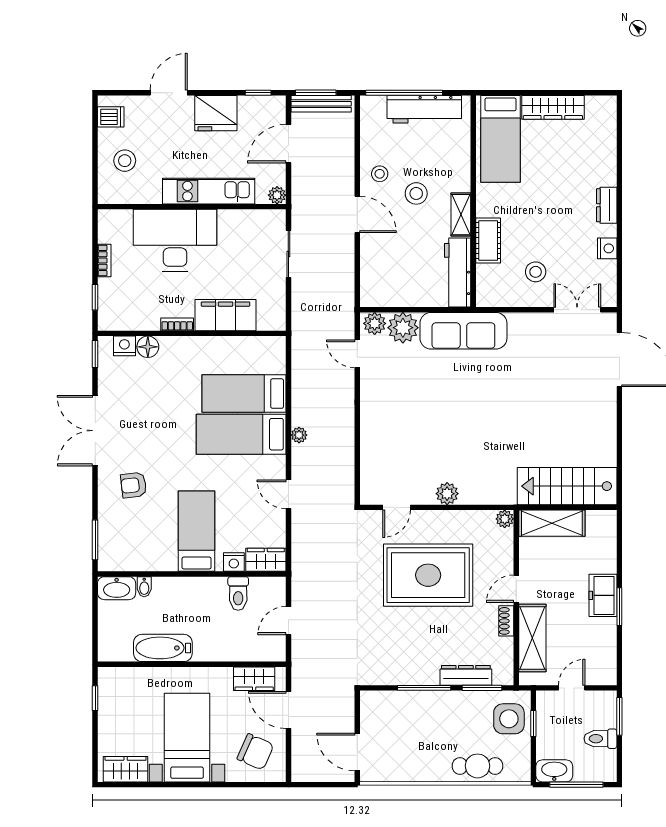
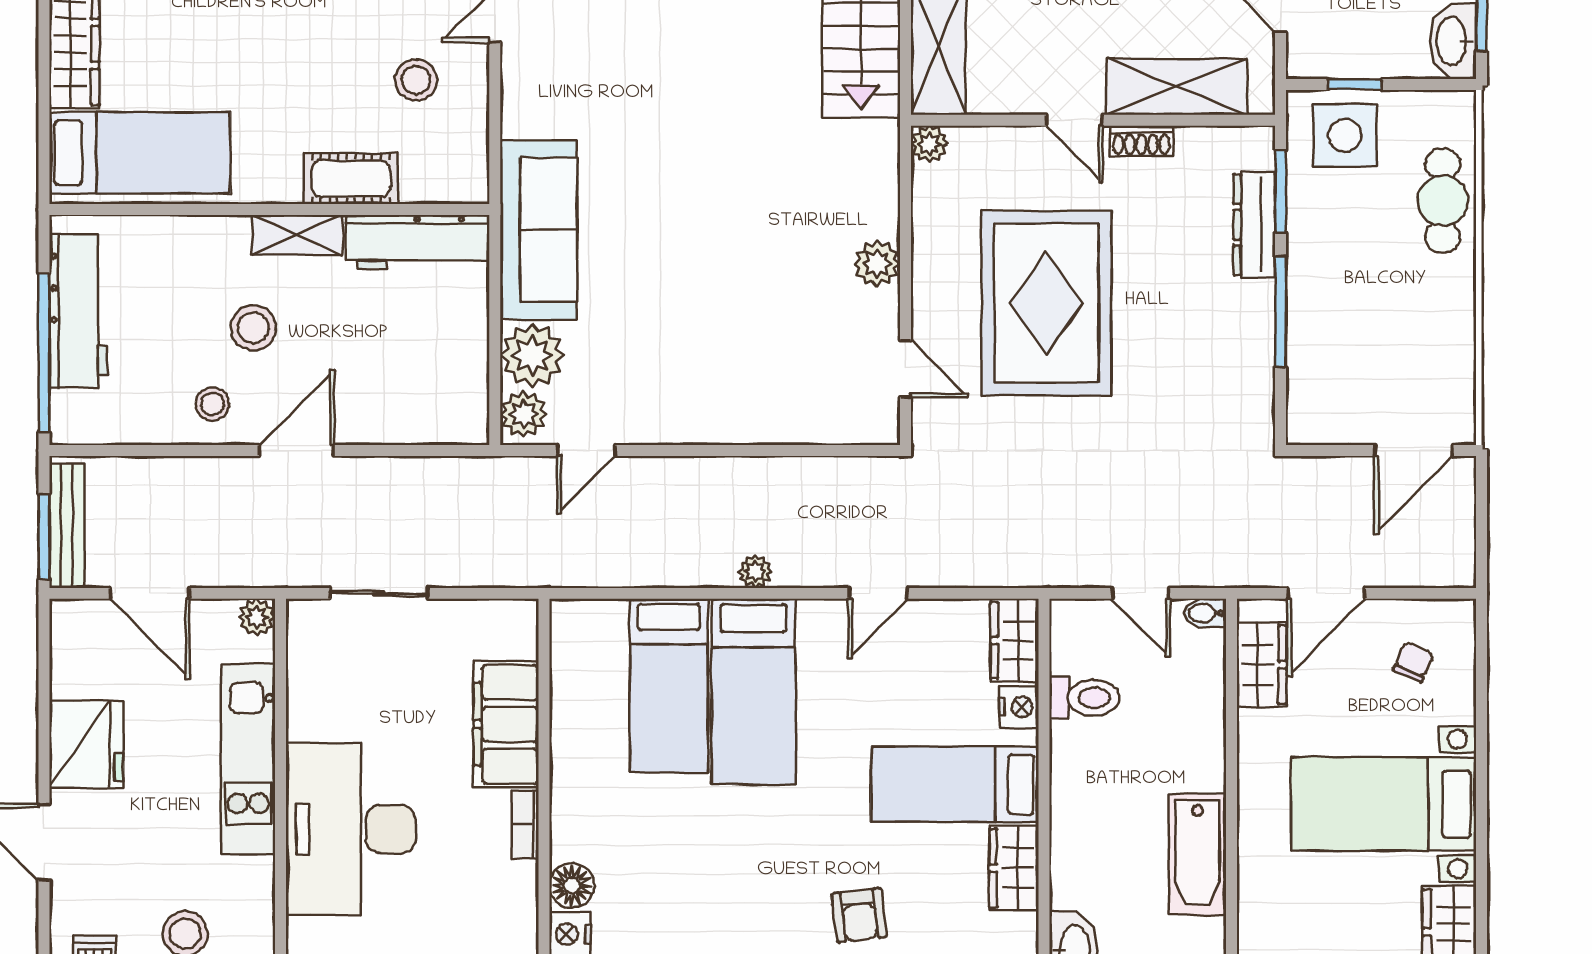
window: (258, 93) -> (44, 656), removed
wardrobe: (156, 560) -> (1014, 868), added
bidet: (144, 587) -> (1205, 613), moved, turned 180
chair: (255, 752) -> (1413, 662), width x0.54, depth x0.54

